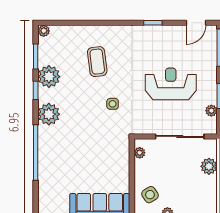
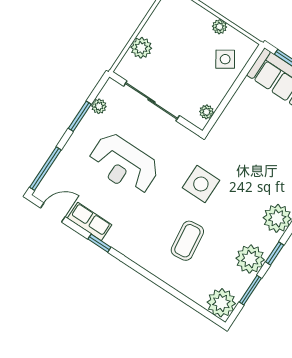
plant: (44, 31) -> (221, 303), width x1.88, depth x1.88
row of seats: (168, 32) -> (89, 221), added
side table: (113, 104) -> (201, 184), width x1.87, depth x1.87

